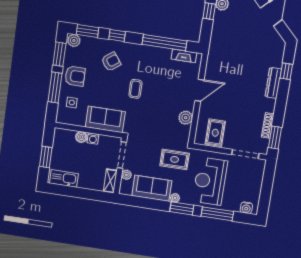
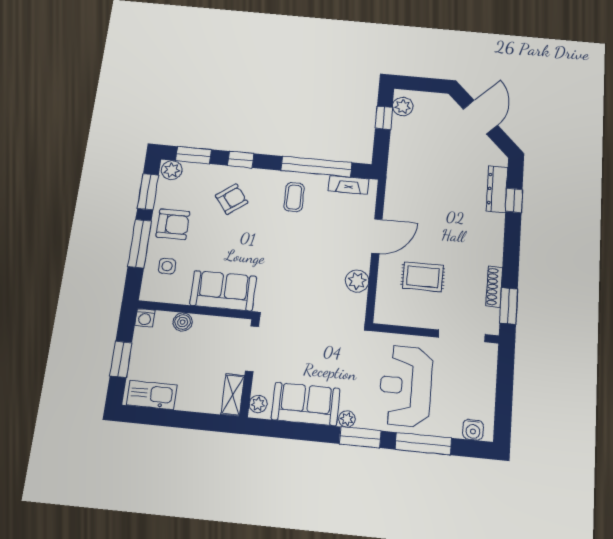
dresser: (273, 83) -> (497, 189), moved
coffee table: (135, 89) -> (294, 197), moved
rug: (215, 133) -> (423, 277), moved, turned 90
washing machine: (93, 139) -> (145, 318), moved
rug: (175, 159) -> (343, 351), removed
plant: (126, 175) -> (258, 404), moved

